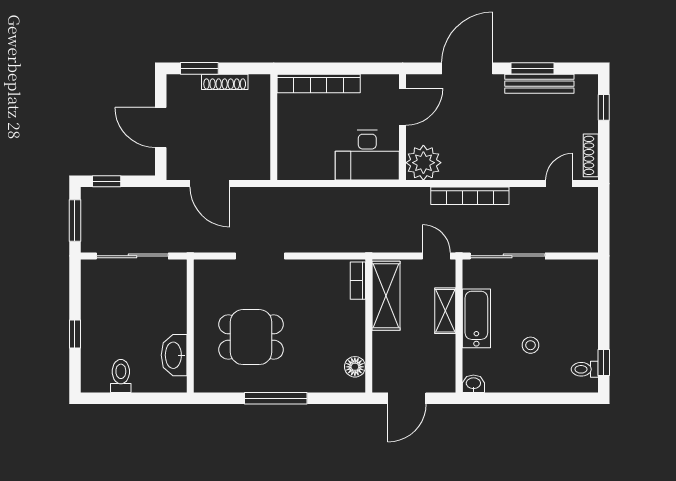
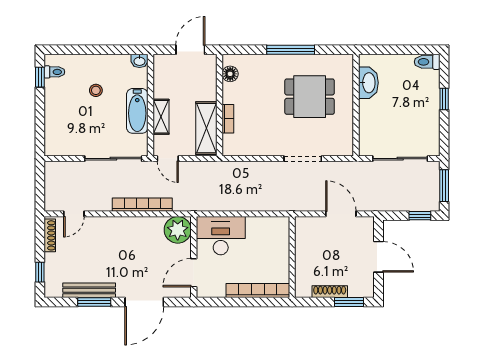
bookcase: (358, 281) -> (228, 119), moved
toilet: (121, 376) -> (427, 62), moved, turned 90

